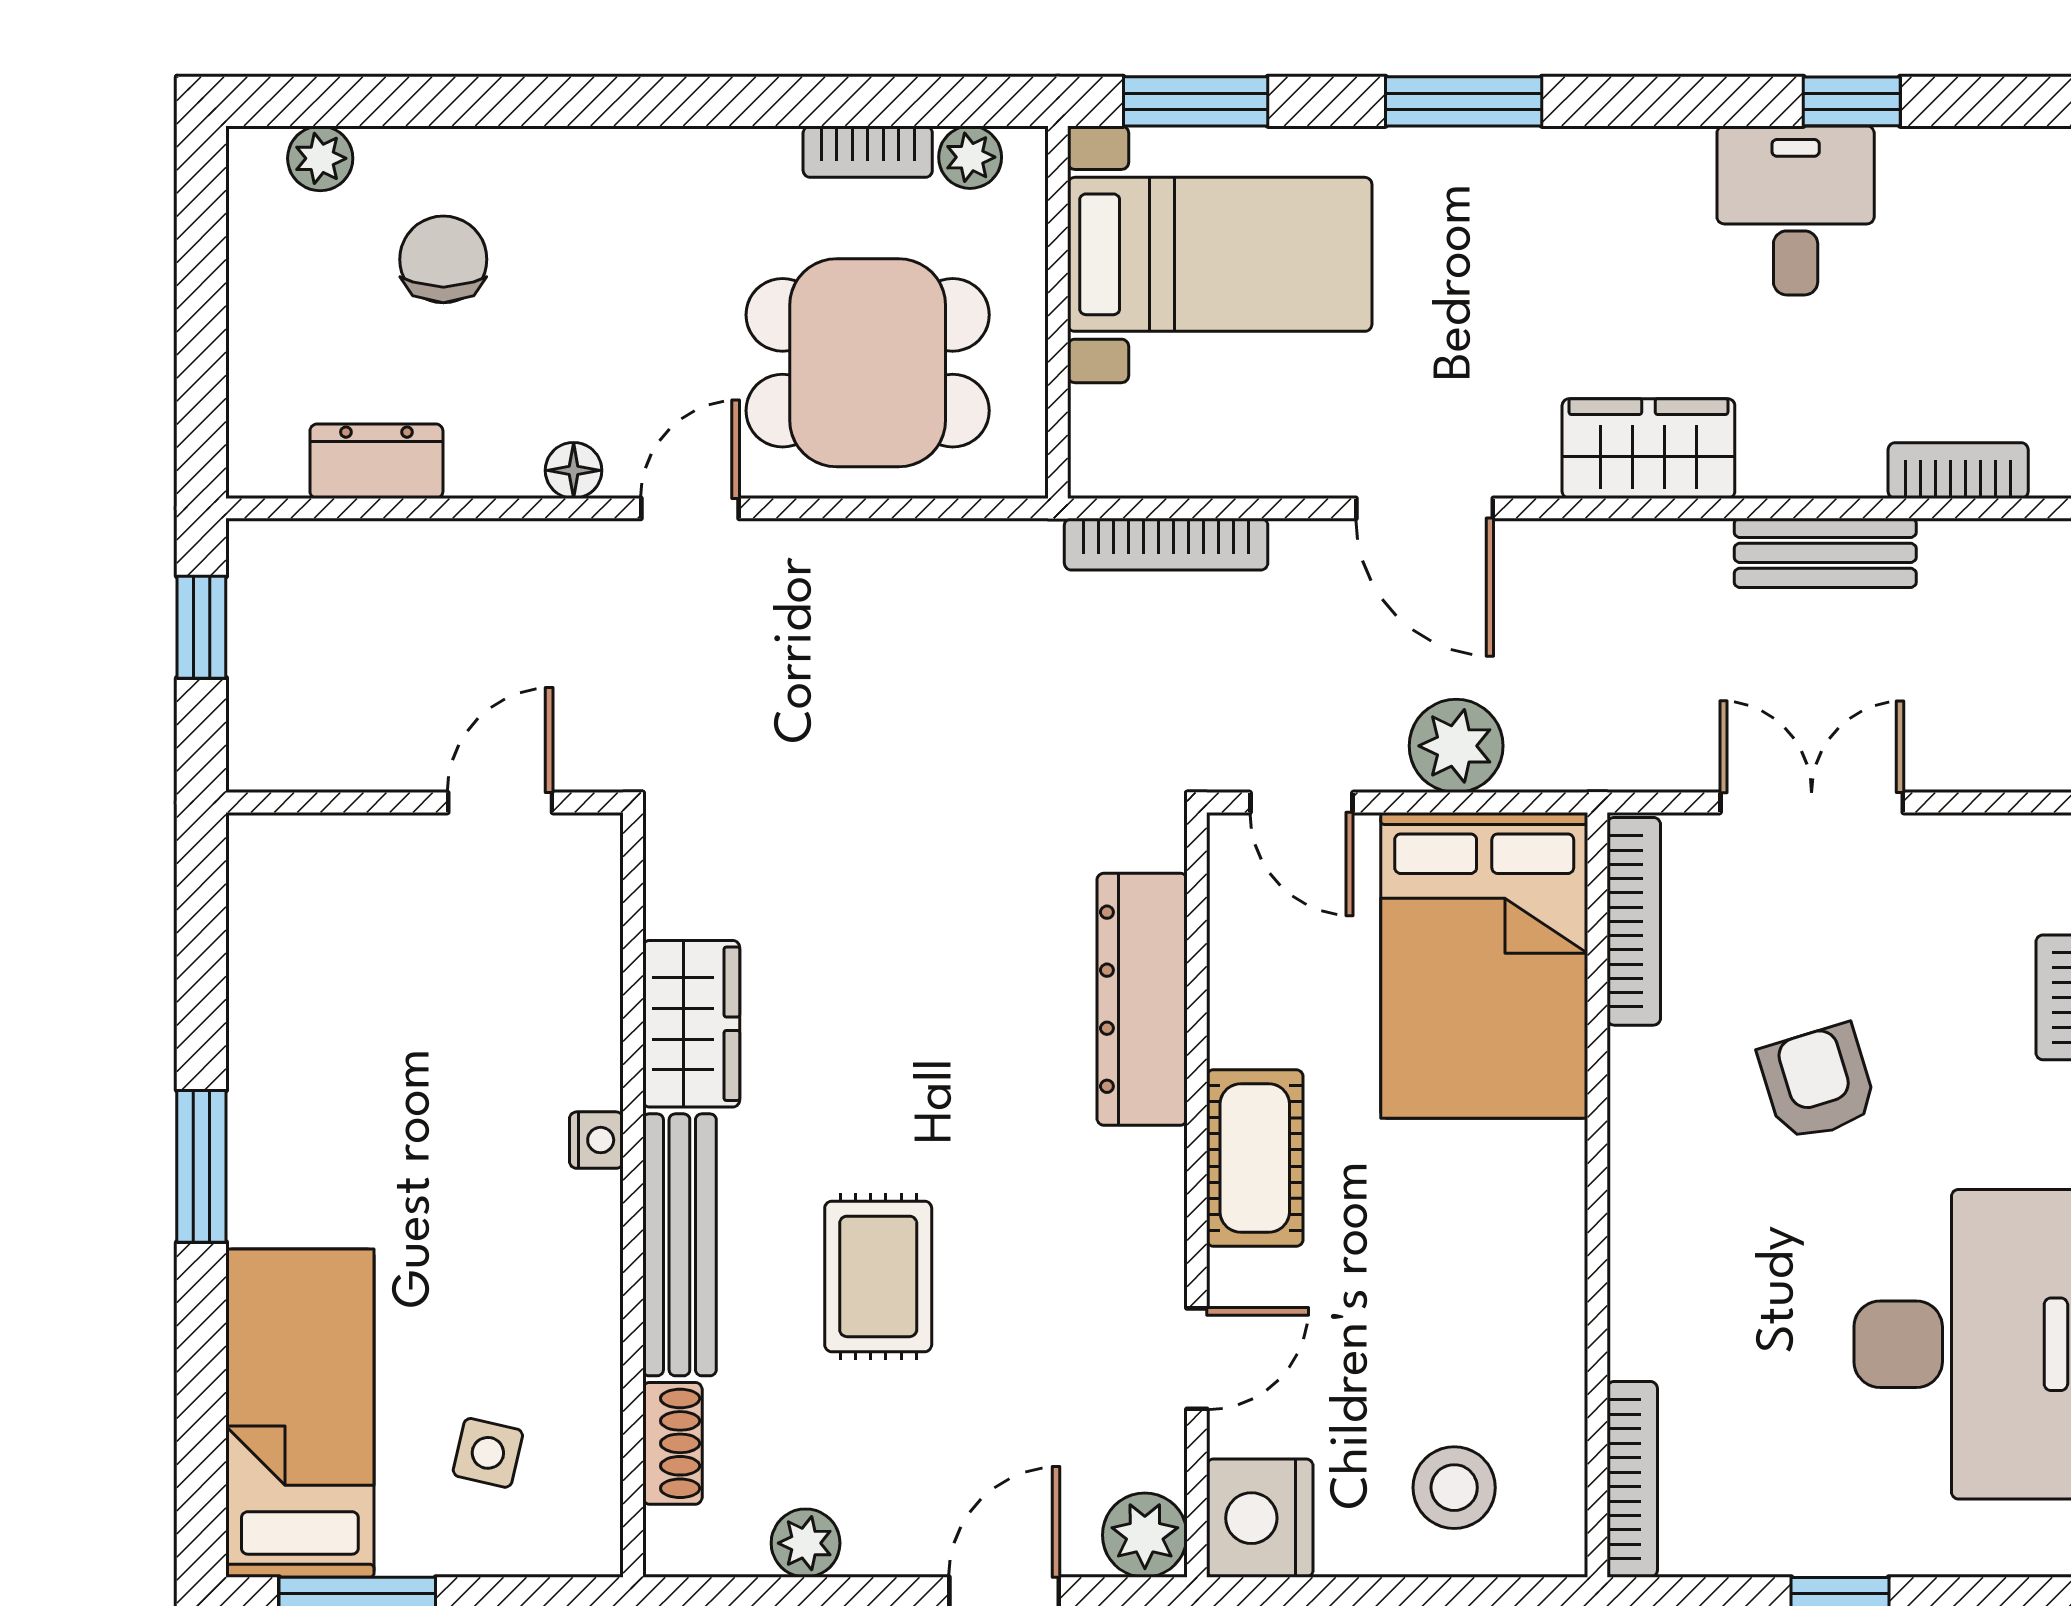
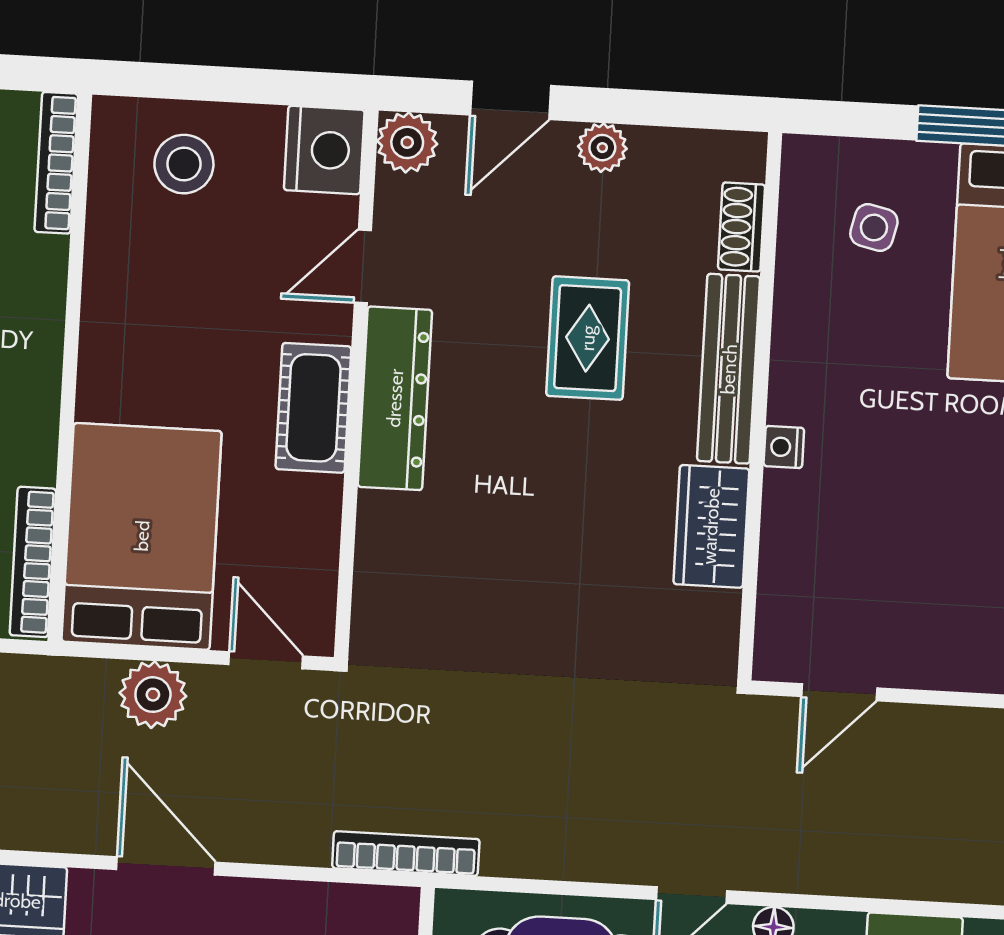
bookcase: (1166, 544) -> (406, 854), moved
dresser: (1142, 999) -> (395, 398), moved
plant: (806, 1543) -> (602, 148), moved

